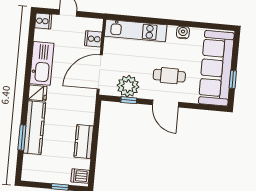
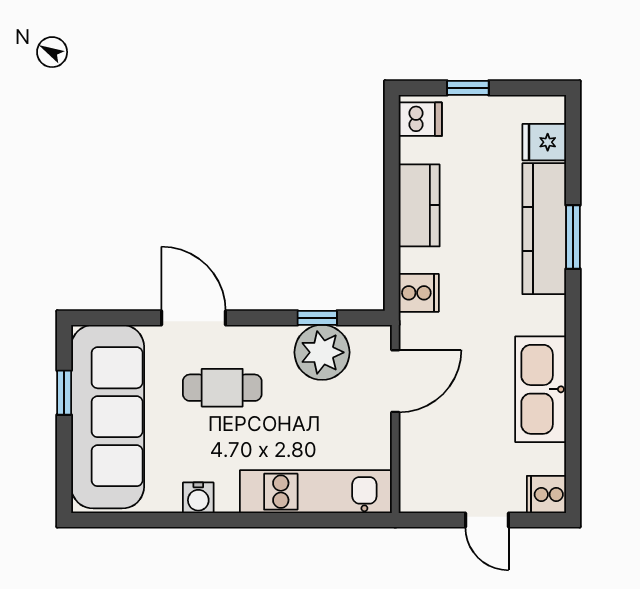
cooker: (93, 39) -> (419, 293), moved
door: (100, 72) -> (395, 381), width x0.73
fridge: (38, 93) -> (544, 142), moved
door: (166, 104) -> (194, 318), moved
window: (22, 138) -> (573, 237), moved

